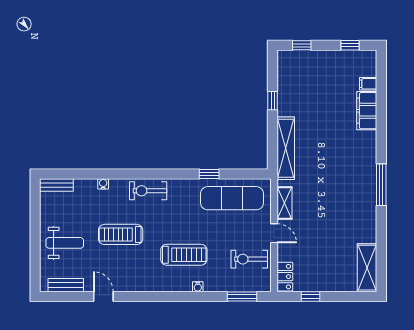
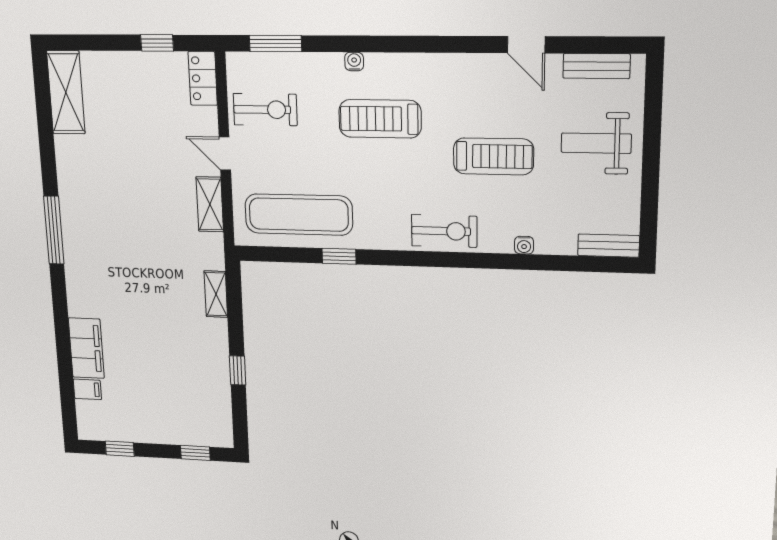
shelving: (286, 148) -> (216, 294), width x0.45, depth x0.75

